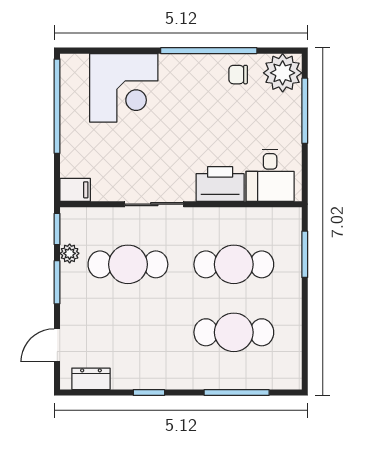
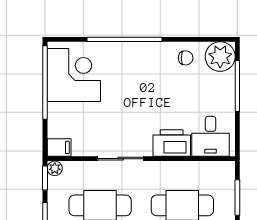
window: (209, 51) -> (124, 39), moved
chair: (238, 75) -> (186, 58), turned 180
corner desk: (124, 88) -> (74, 75), moved, turned -90
plant: (70, 253) -> (55, 168), moved

